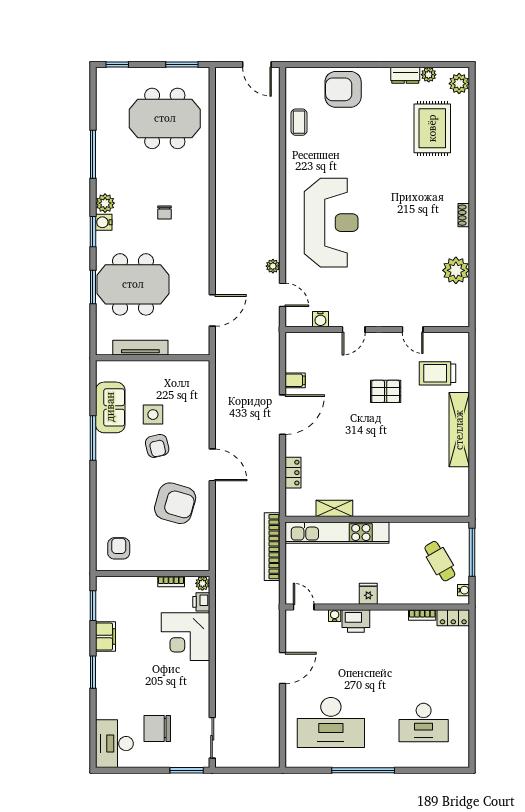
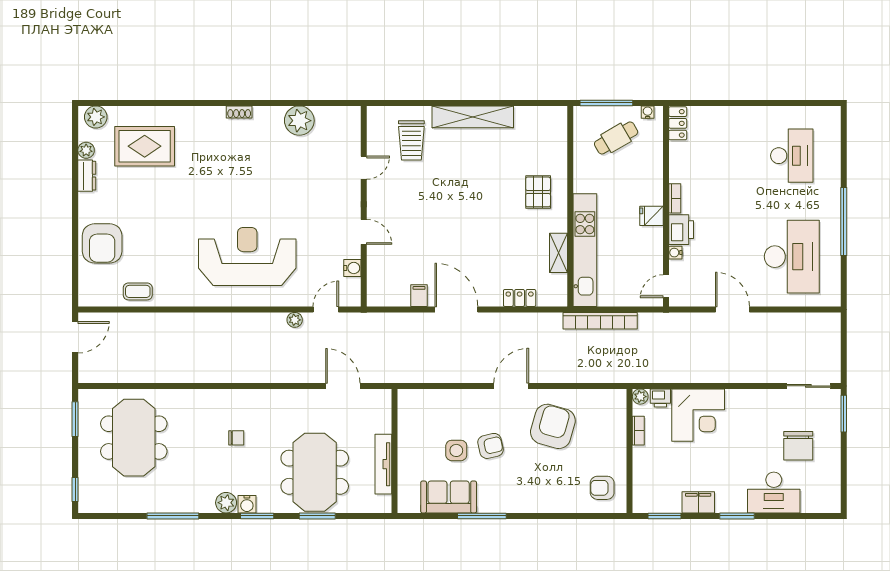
pallet: (386, 391) -> (538, 192), moved
bookcase: (422, 615) -> (675, 198), moved
desk: (114, 744) -> (774, 493), moved

